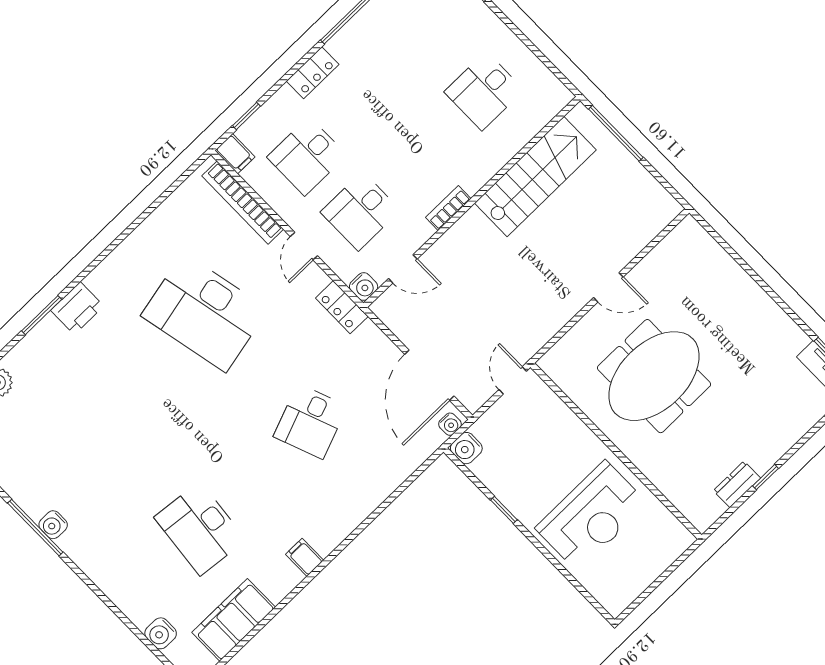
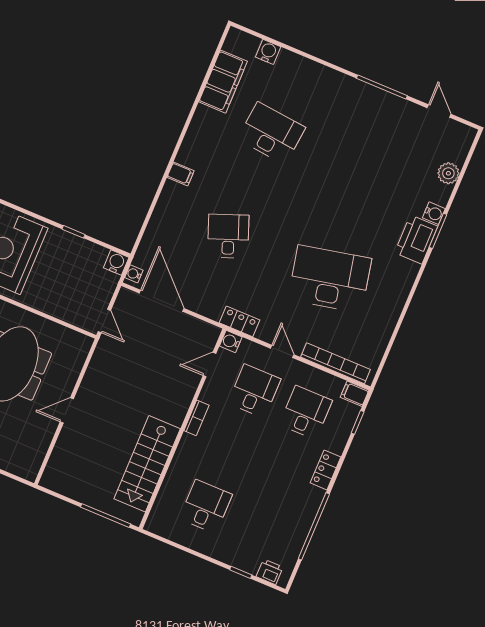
printer: (77, 308) -> (416, 240), width x1.37, depth x1.19
water cooler: (53, 525) -> (434, 213), moved, turned 90
filing cabinet: (305, 557) -> (181, 174), moved

